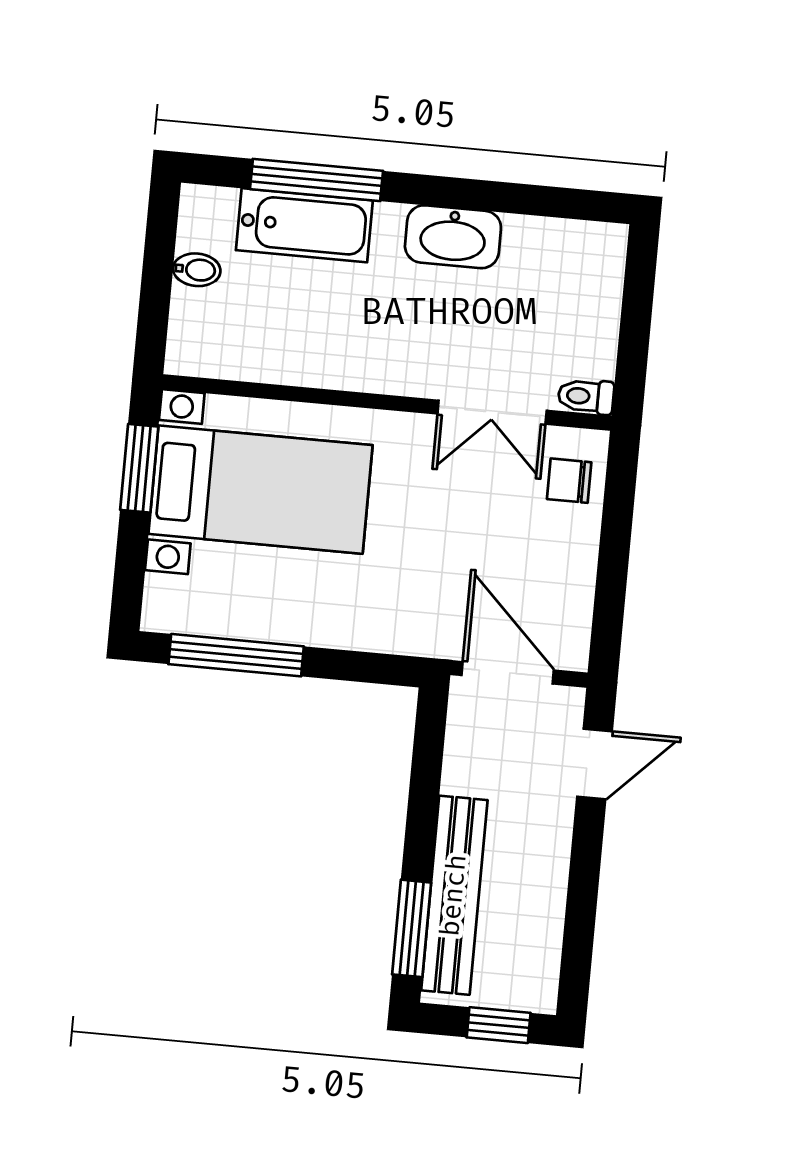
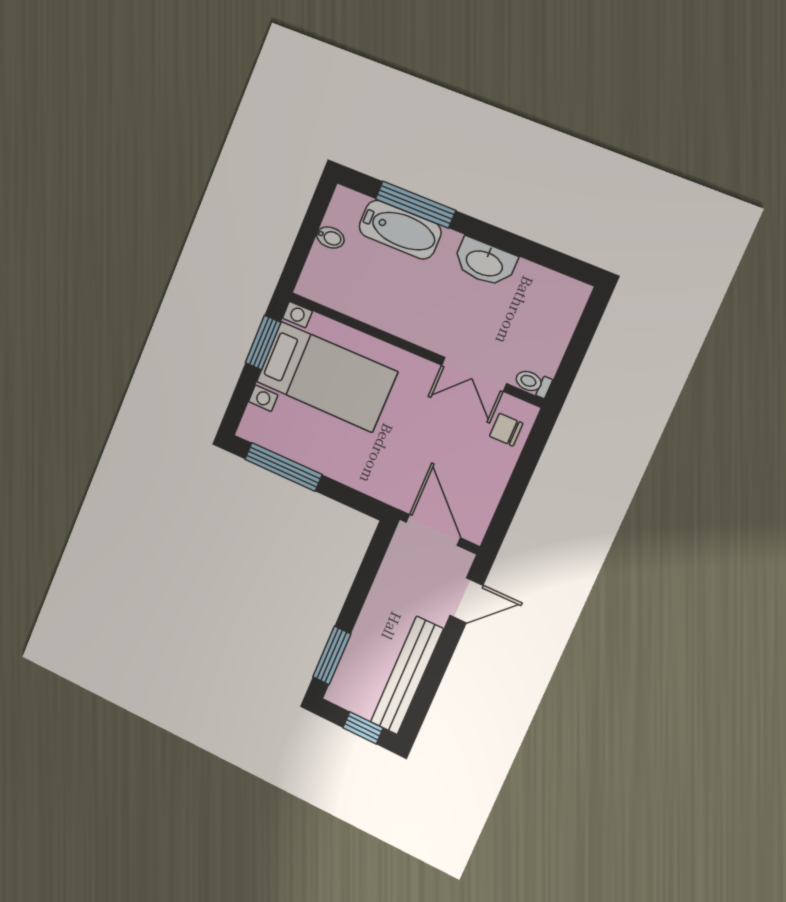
bench: (454, 895) -> (407, 675), moved

